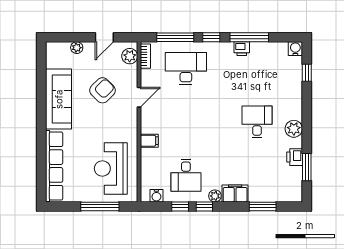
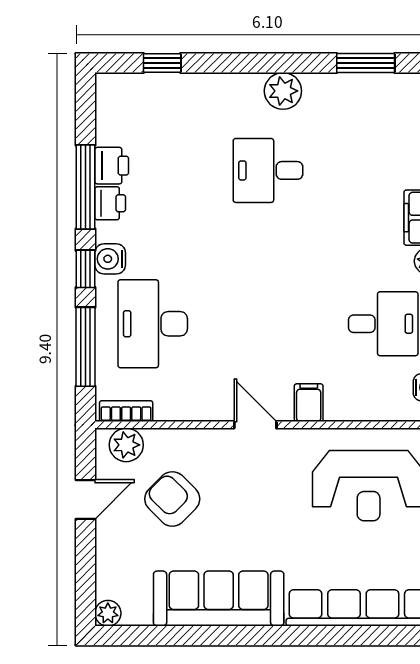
door: (104, 37) -> (86, 500), hinge flipped
plant: (77, 48) -> (108, 613), moved
water cooler: (295, 49) -> (110, 259), moved
armchair: (103, 90) -> (172, 499), moved
door: (139, 97) -> (255, 425), moved
printer: (295, 157) -> (112, 166), moved, turned -90

